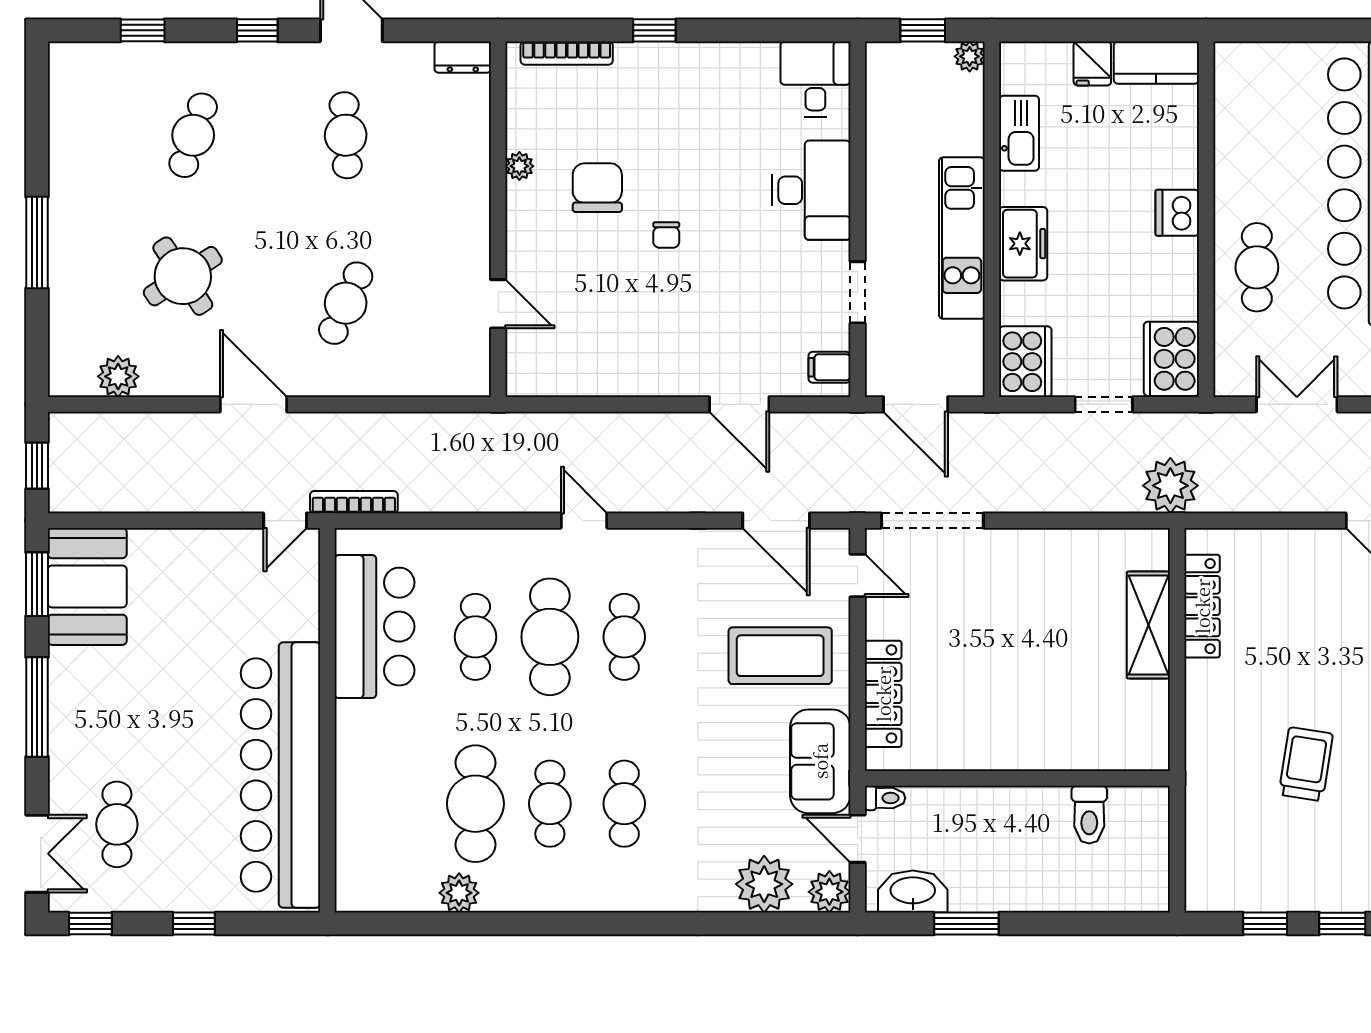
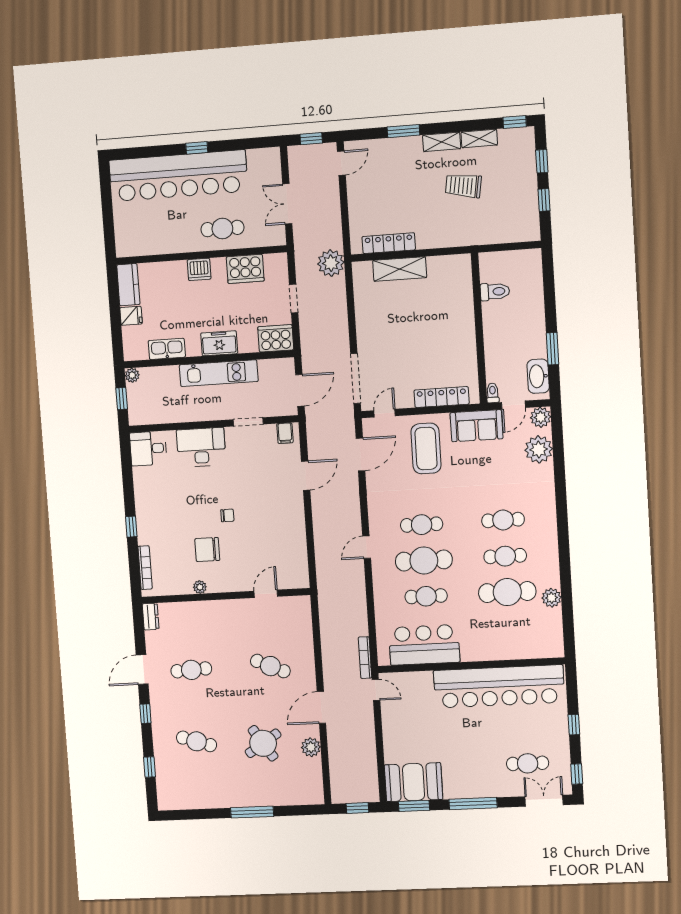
cooker: (1171, 359) -> (245, 269), moved
plant: (118, 376) -> (311, 747), moved

